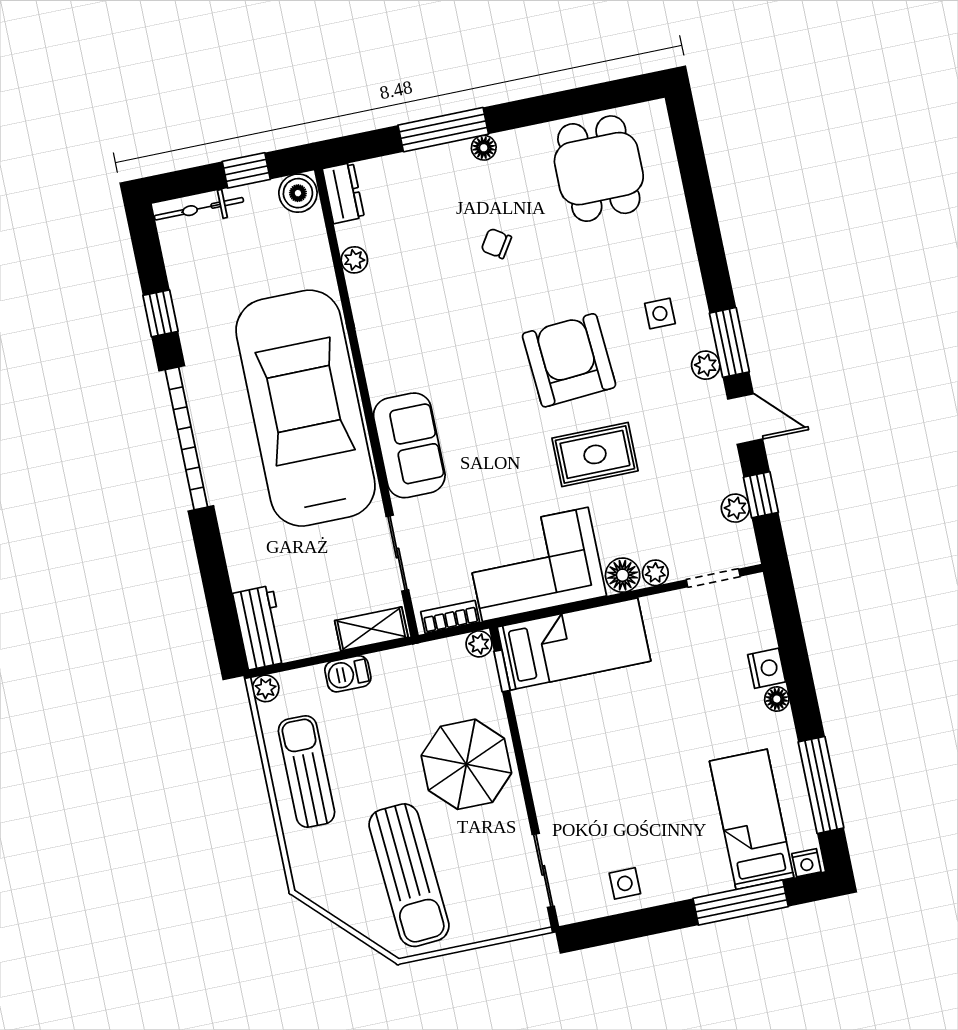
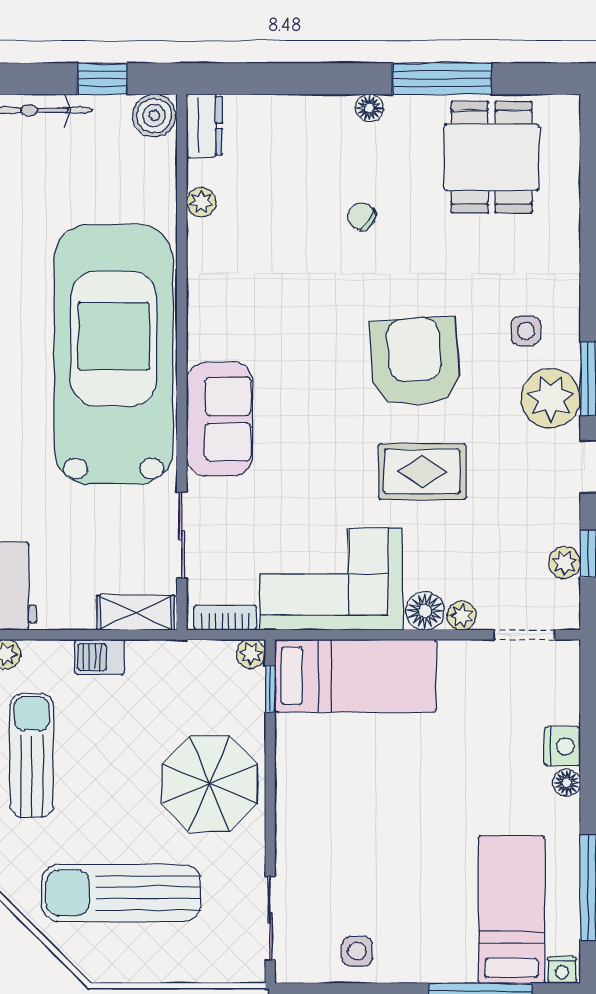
window: (443, 130) -> (442, 79), moved
plant: (706, 365) -> (551, 398), width x1.88, depth x1.88
sun lounger: (409, 875) -> (121, 893), turned 94

